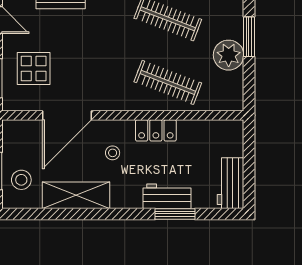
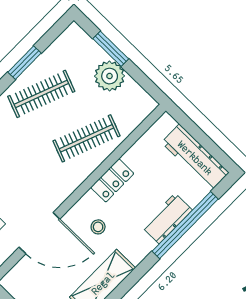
door: (67, 115) -> (39, 233), hinge flipped
workbench: (230, 183) -> (195, 158), width x1.37
window: (175, 214) -> (185, 225), width x2.11

